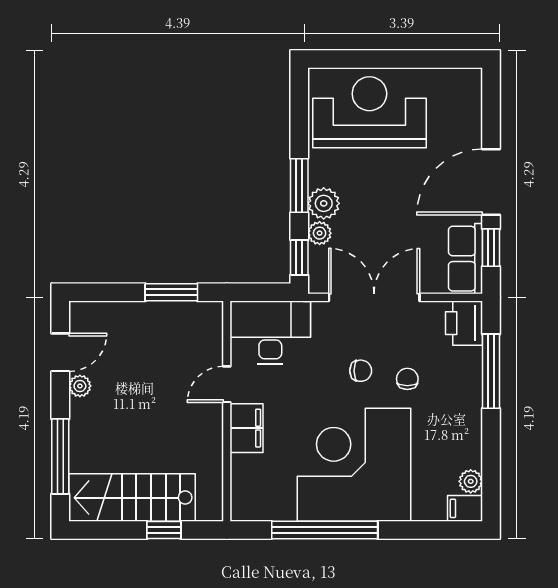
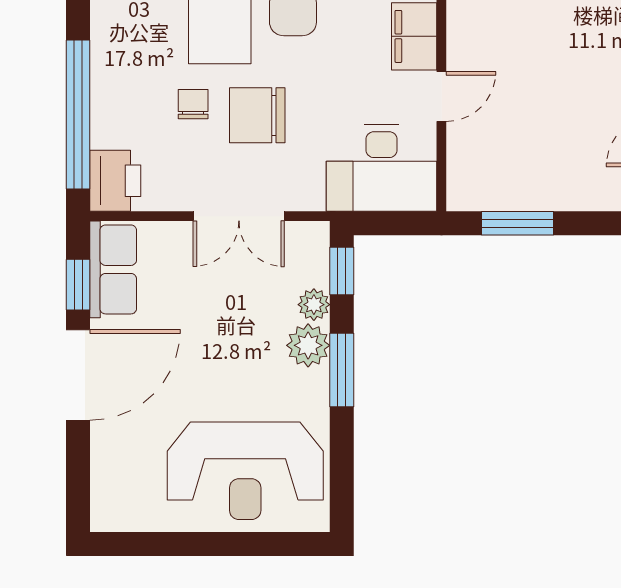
double door: (374, 297) -> (239, 216), width x0.73
chair: (361, 371) -> (257, 115), width x1.87, depth x1.87
window: (491, 371) -> (78, 115), width x1.46
chair: (407, 379) -> (193, 104), turned 180

